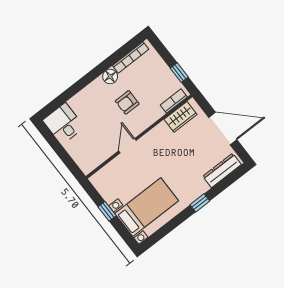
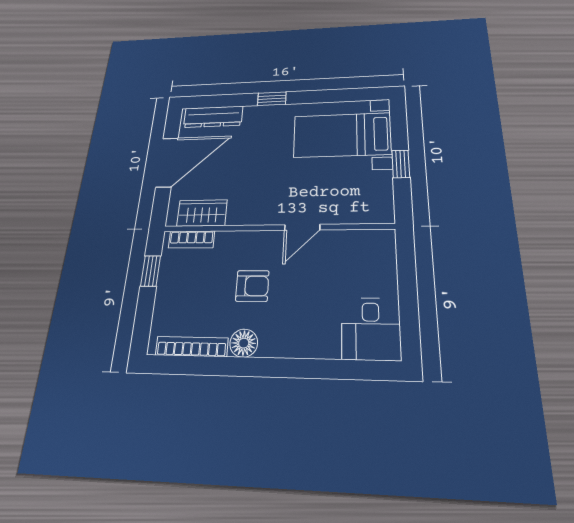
door: (223, 129) -> (167, 162), swing flipped

